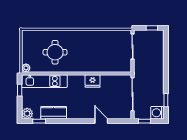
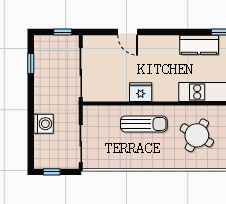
round table: (55, 52) -> (197, 135), turned 30
sun lounger: (90, 60) -> (144, 124), added
washing machine: (157, 113) -> (43, 124), moved

